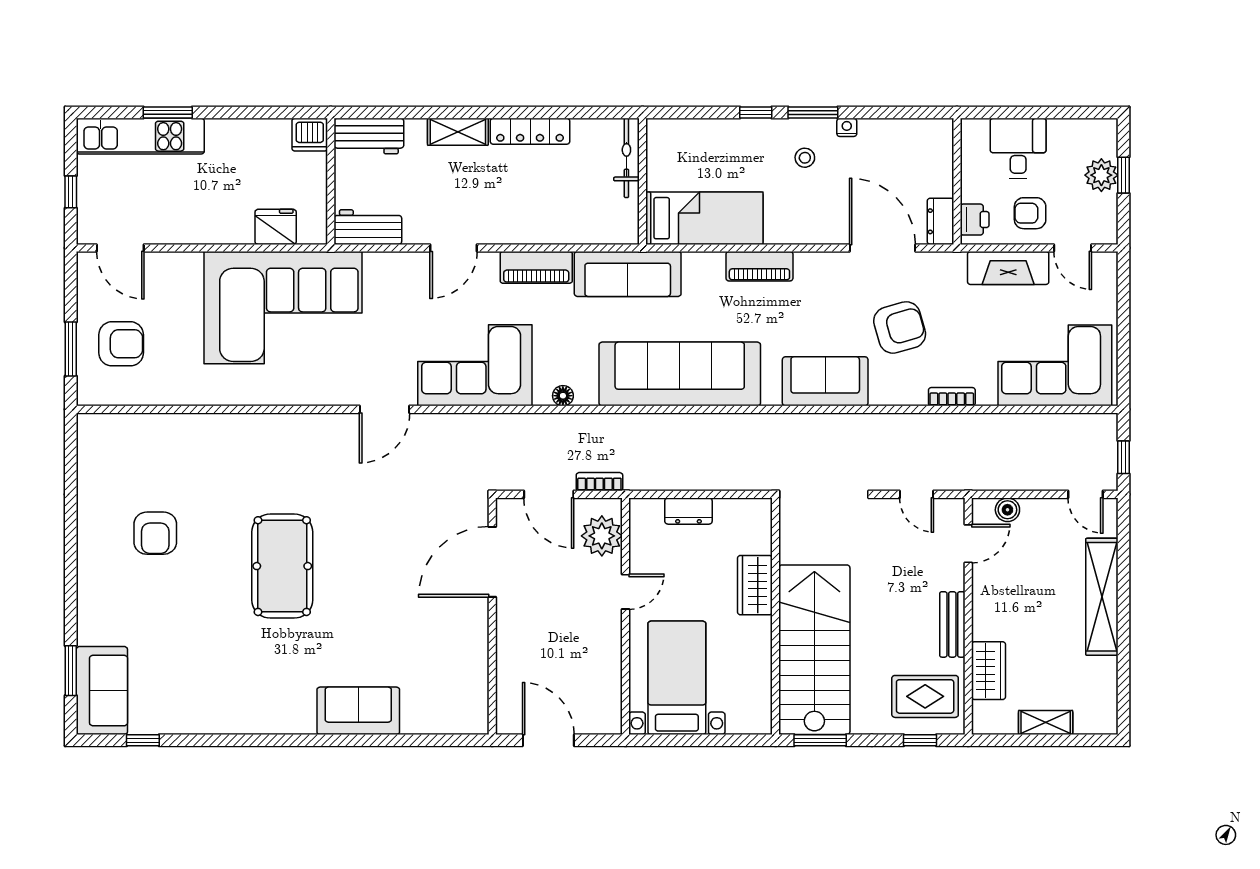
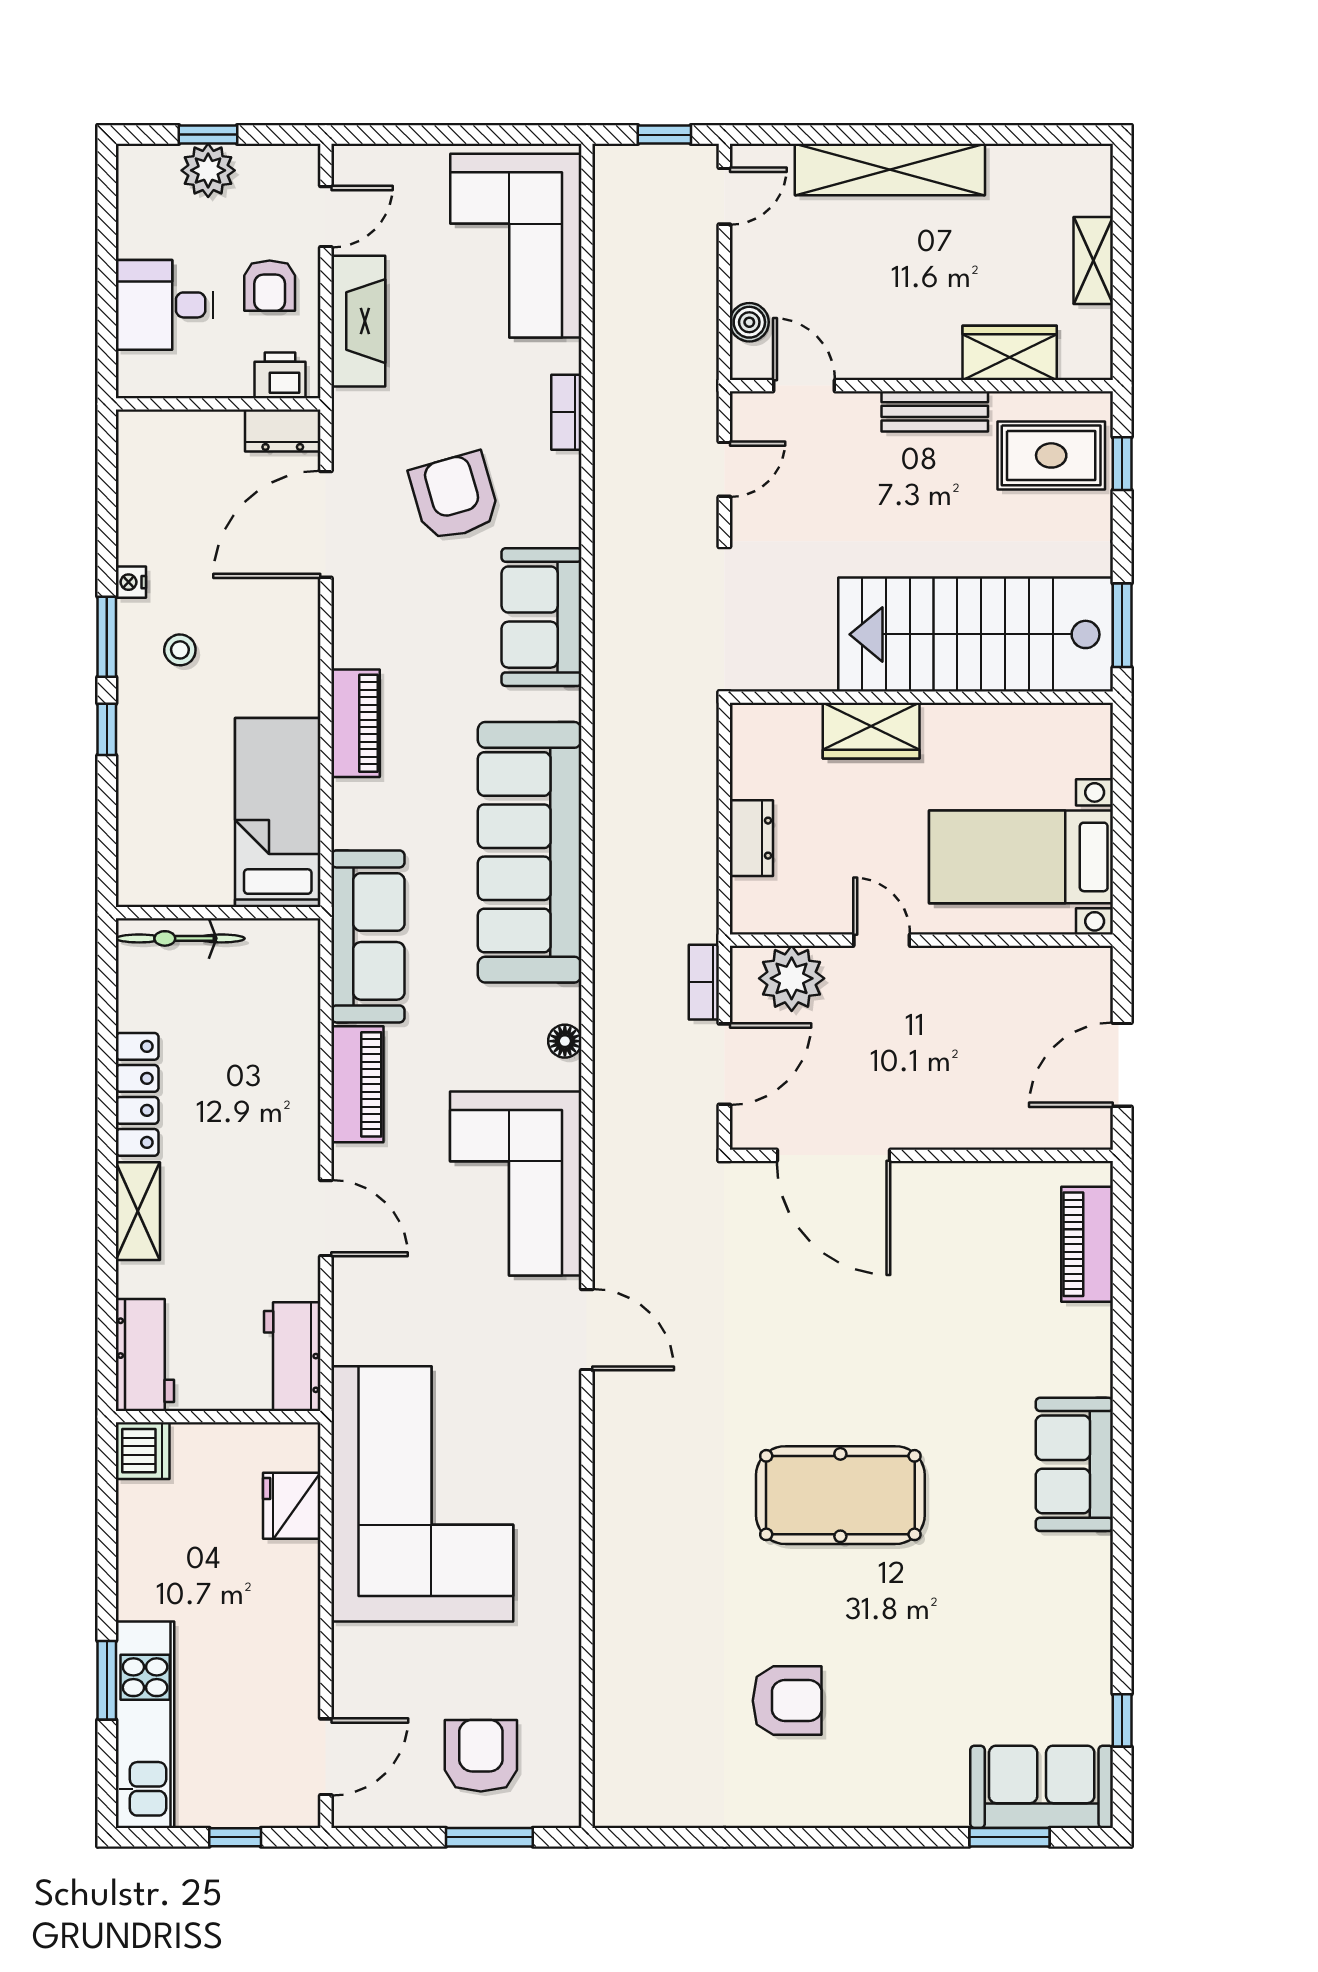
rug: (925, 696) -> (1051, 455), turned 90
sofa: (358, 711) -> (1074, 1464), moved
piano: (437, 719) -> (1087, 1244), added

